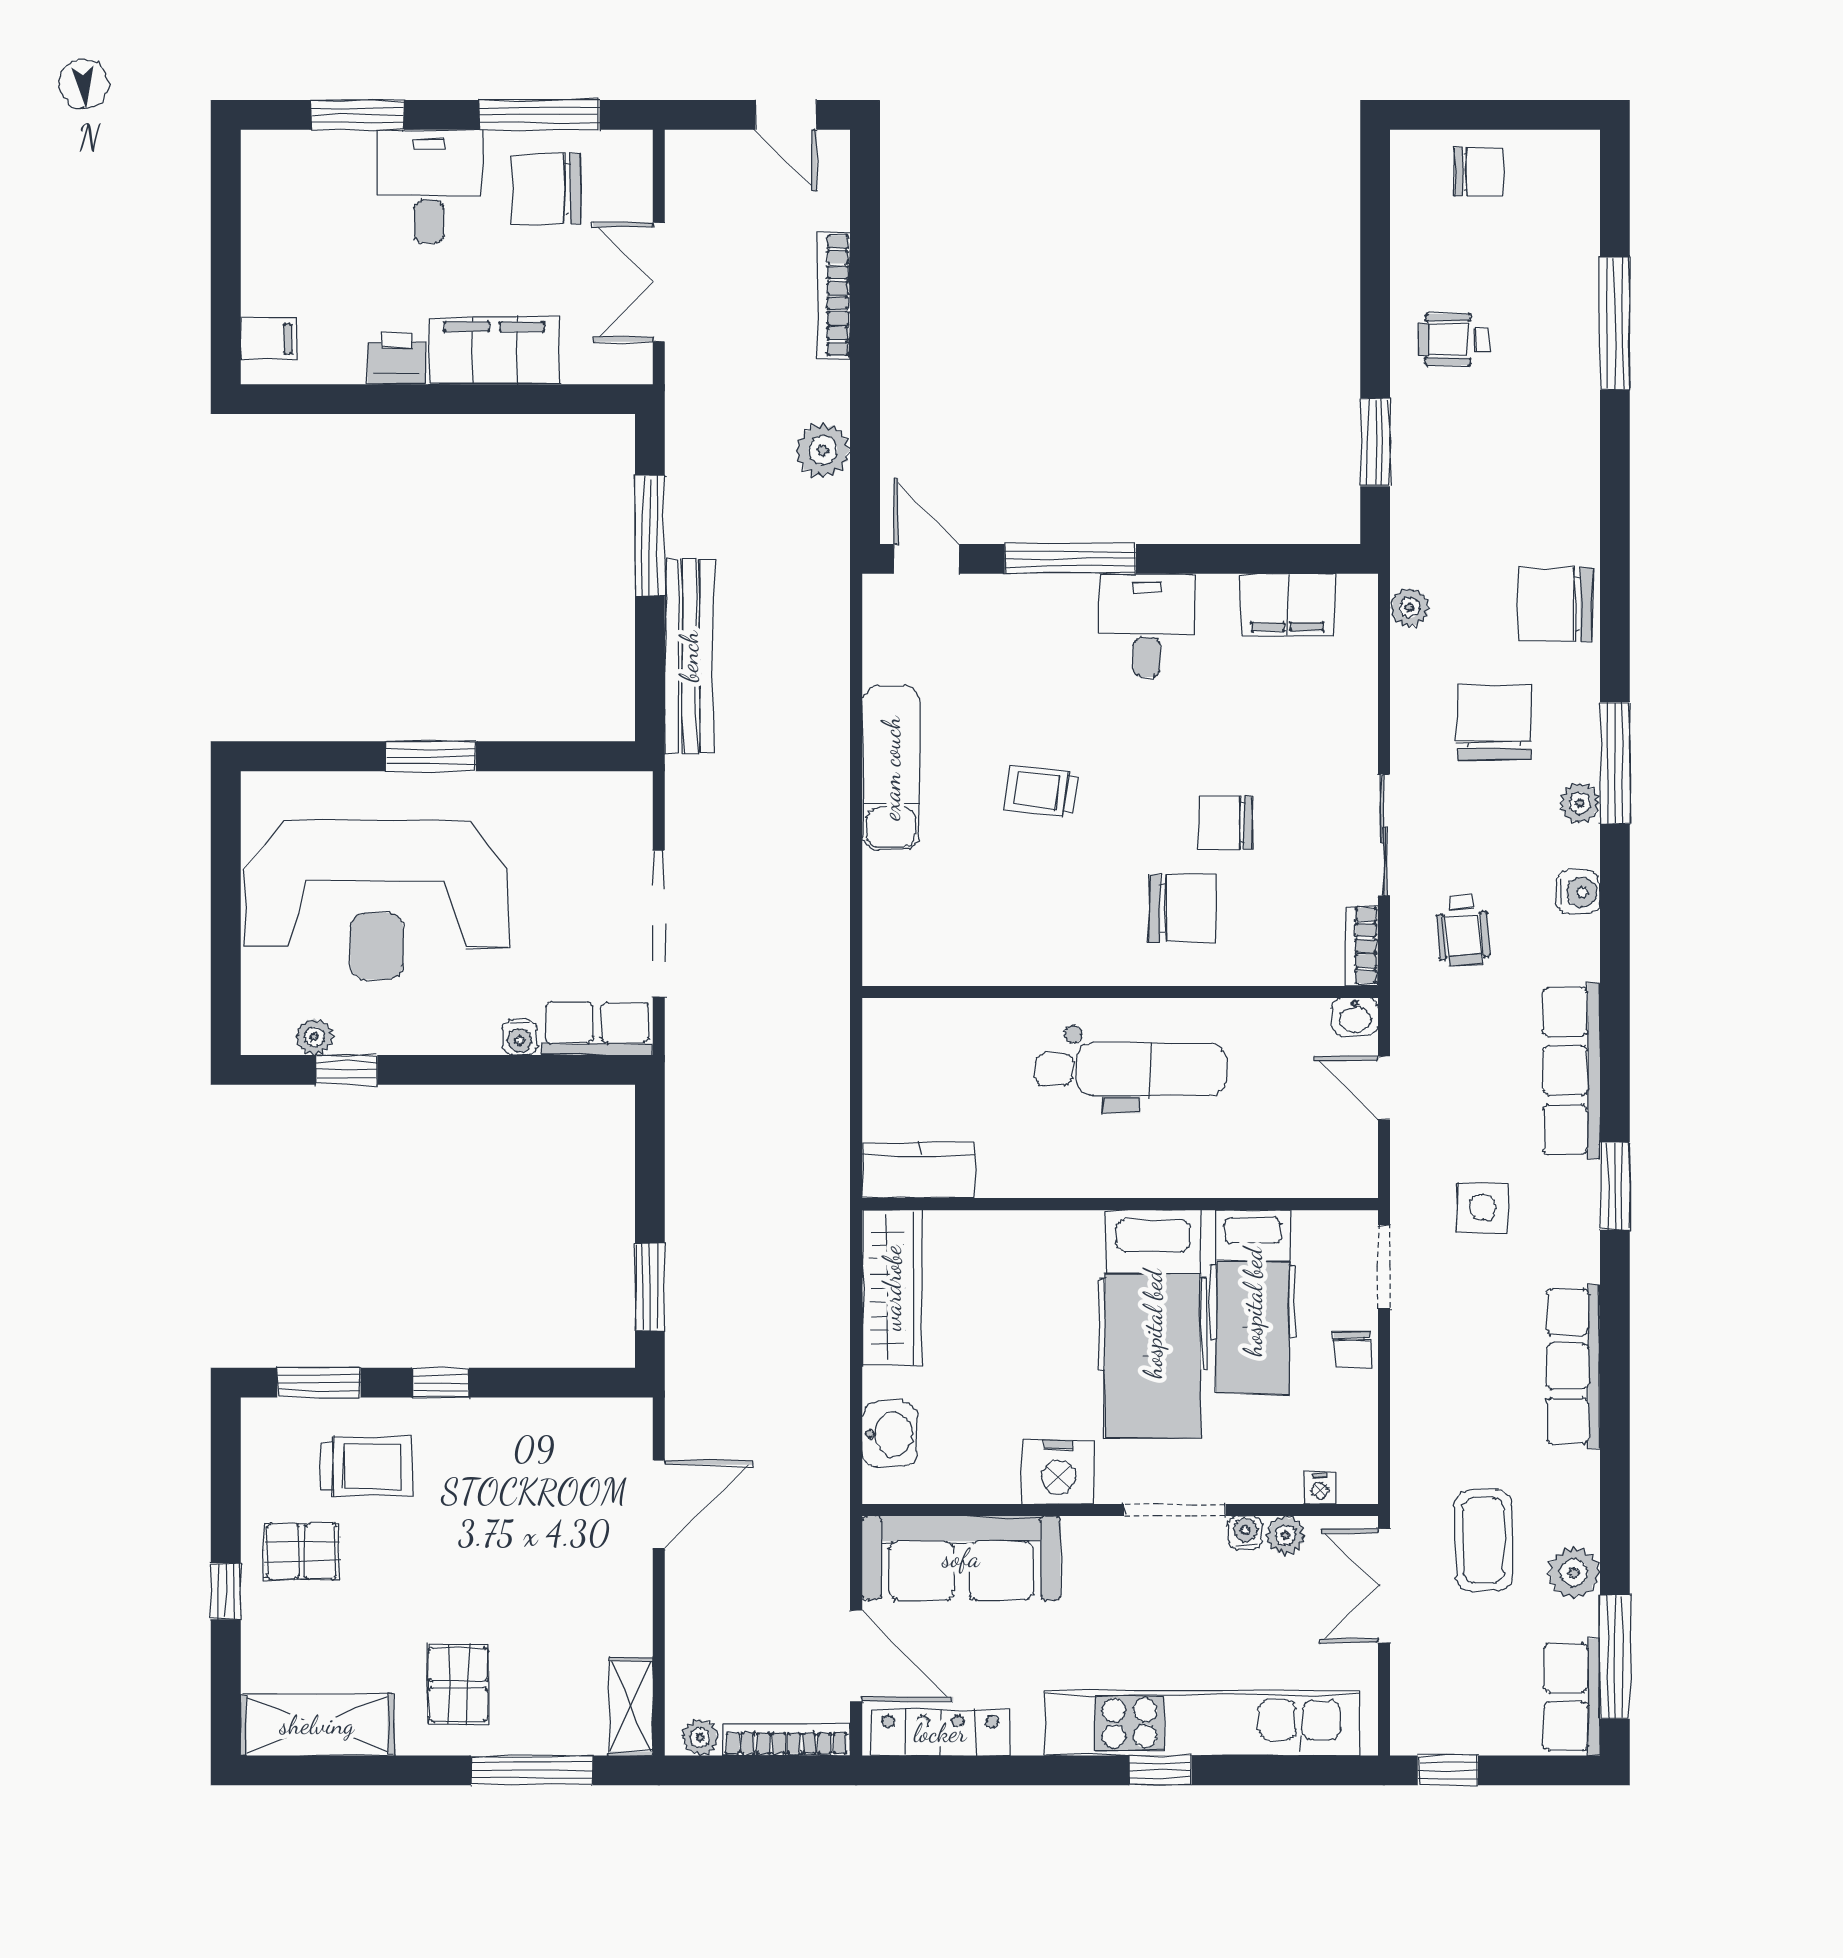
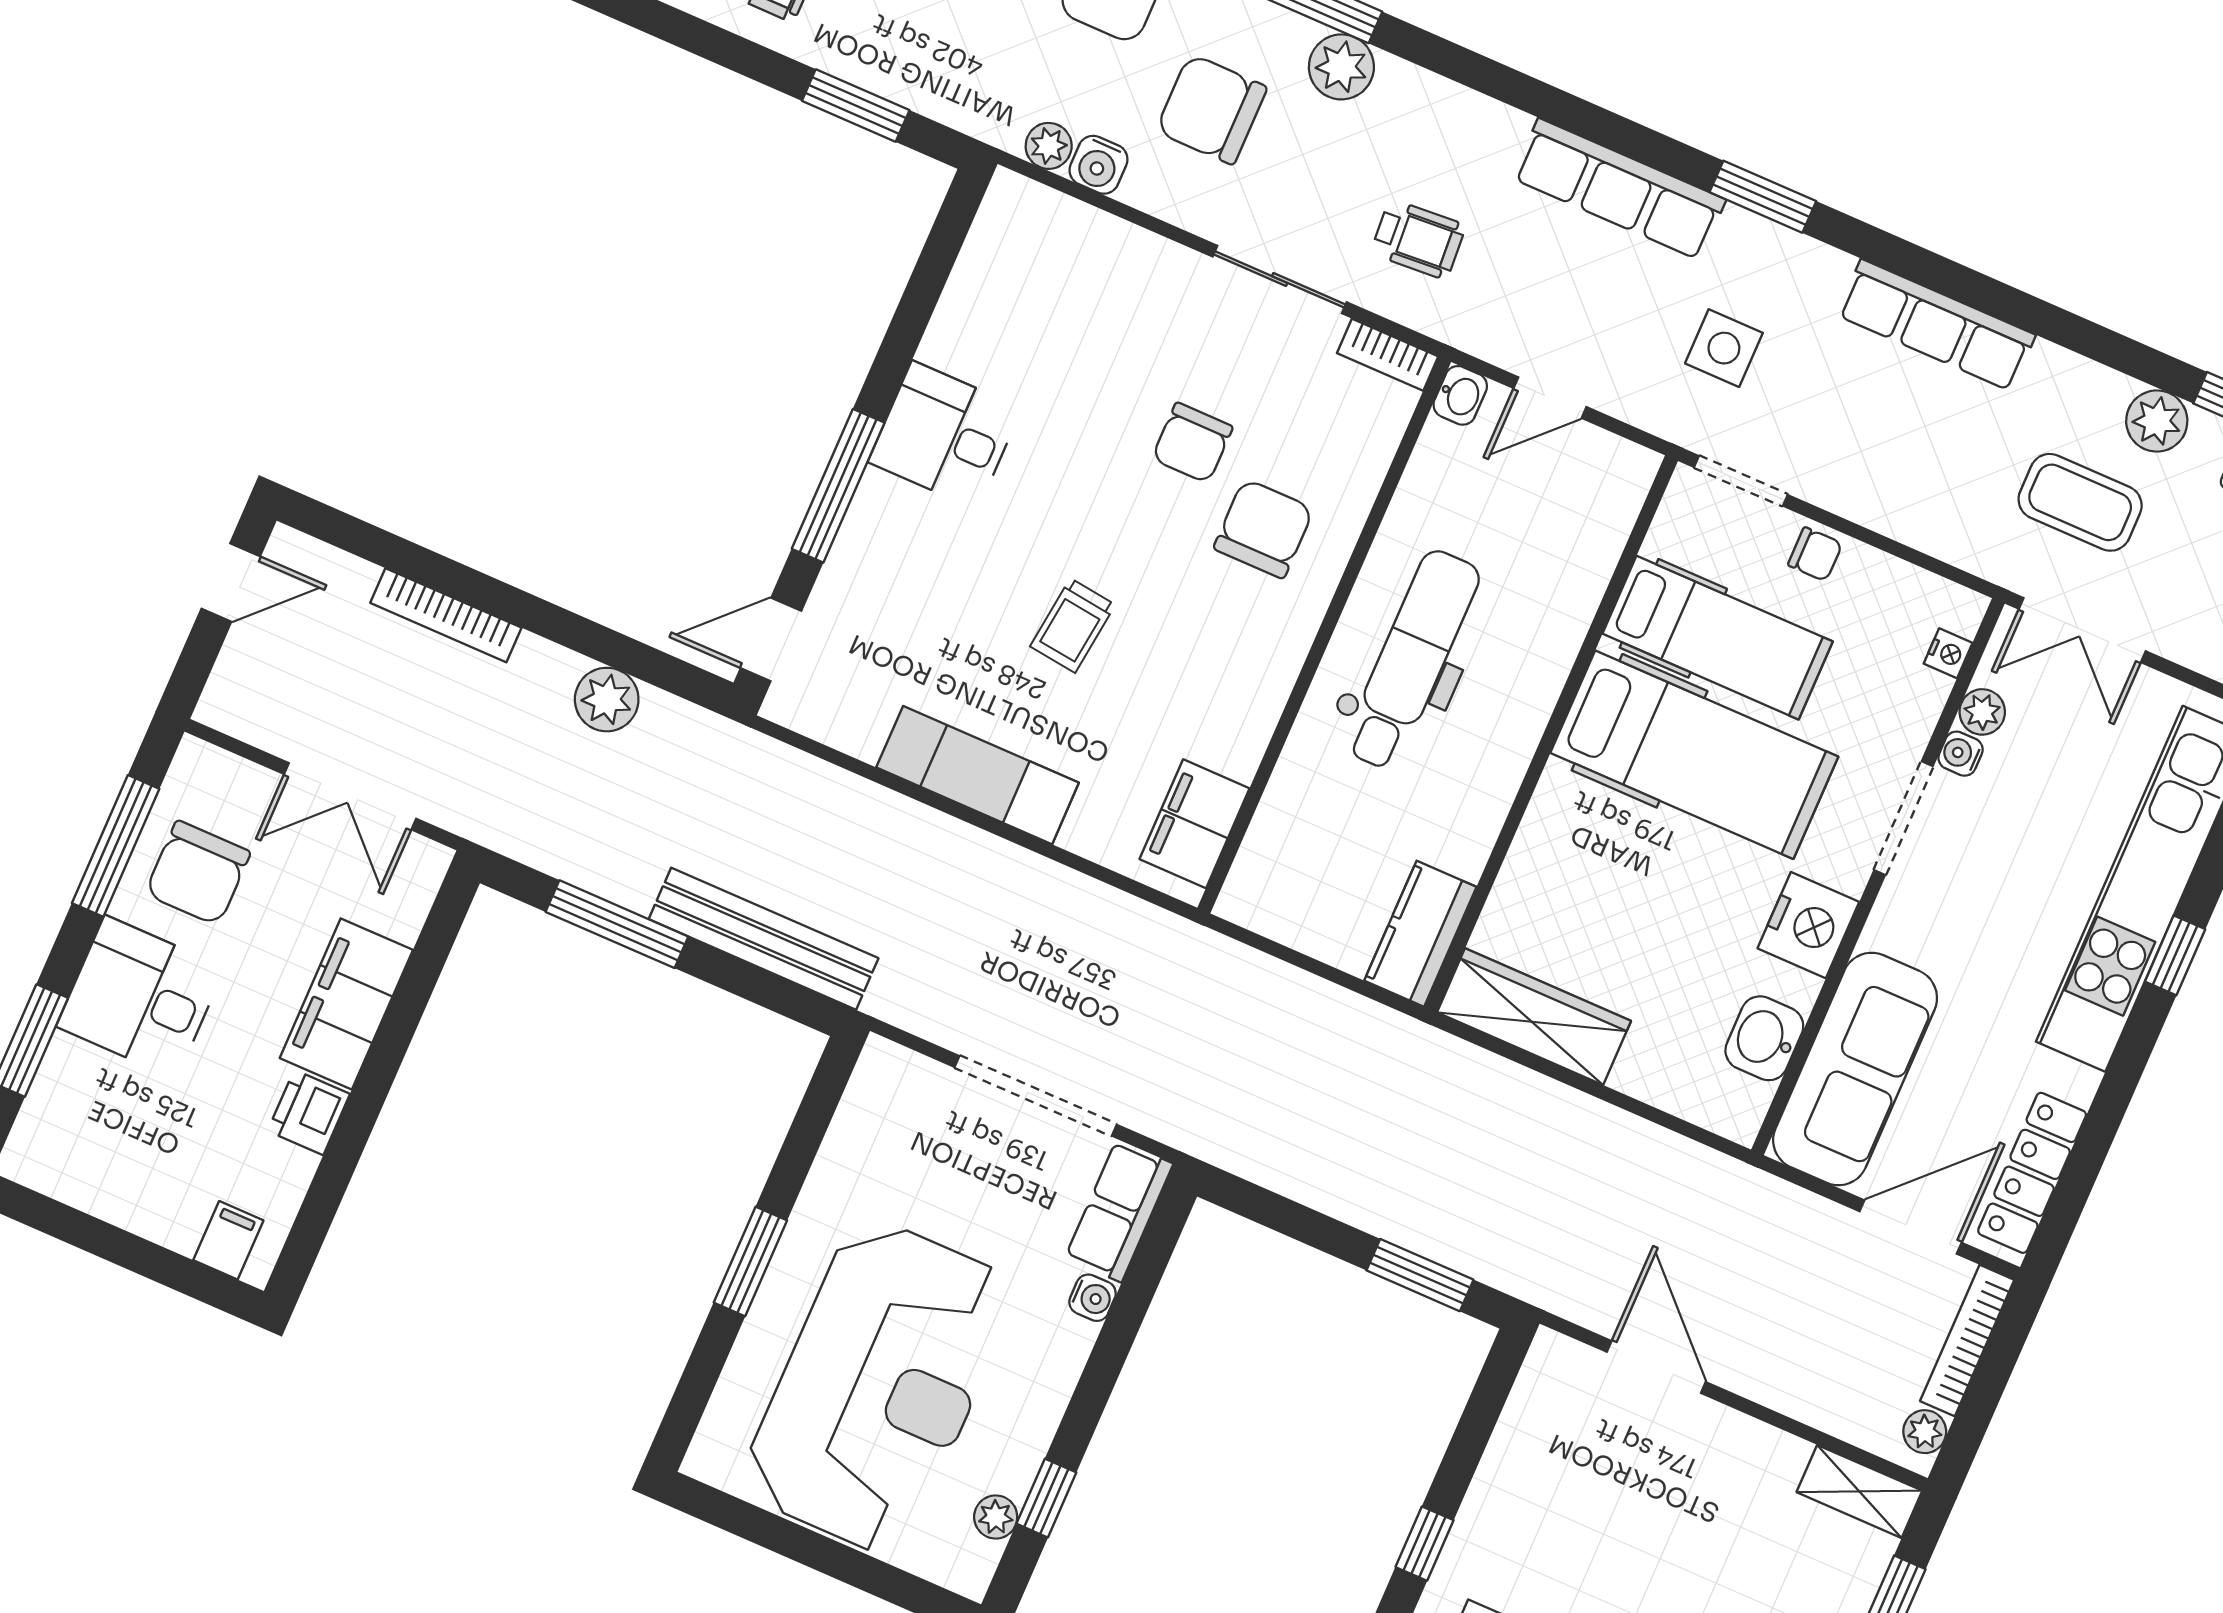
filing cabinet: (1287, 605) -> (1195, 824), moved, turned 180
plant: (1580, 803) -> (1341, 67), width x1.38, depth x1.38
water cooler: (1578, 892) -> (1099, 165), moved, turned 180
washbasin: (890, 1434) -> (1764, 1038), moved, turned -90

